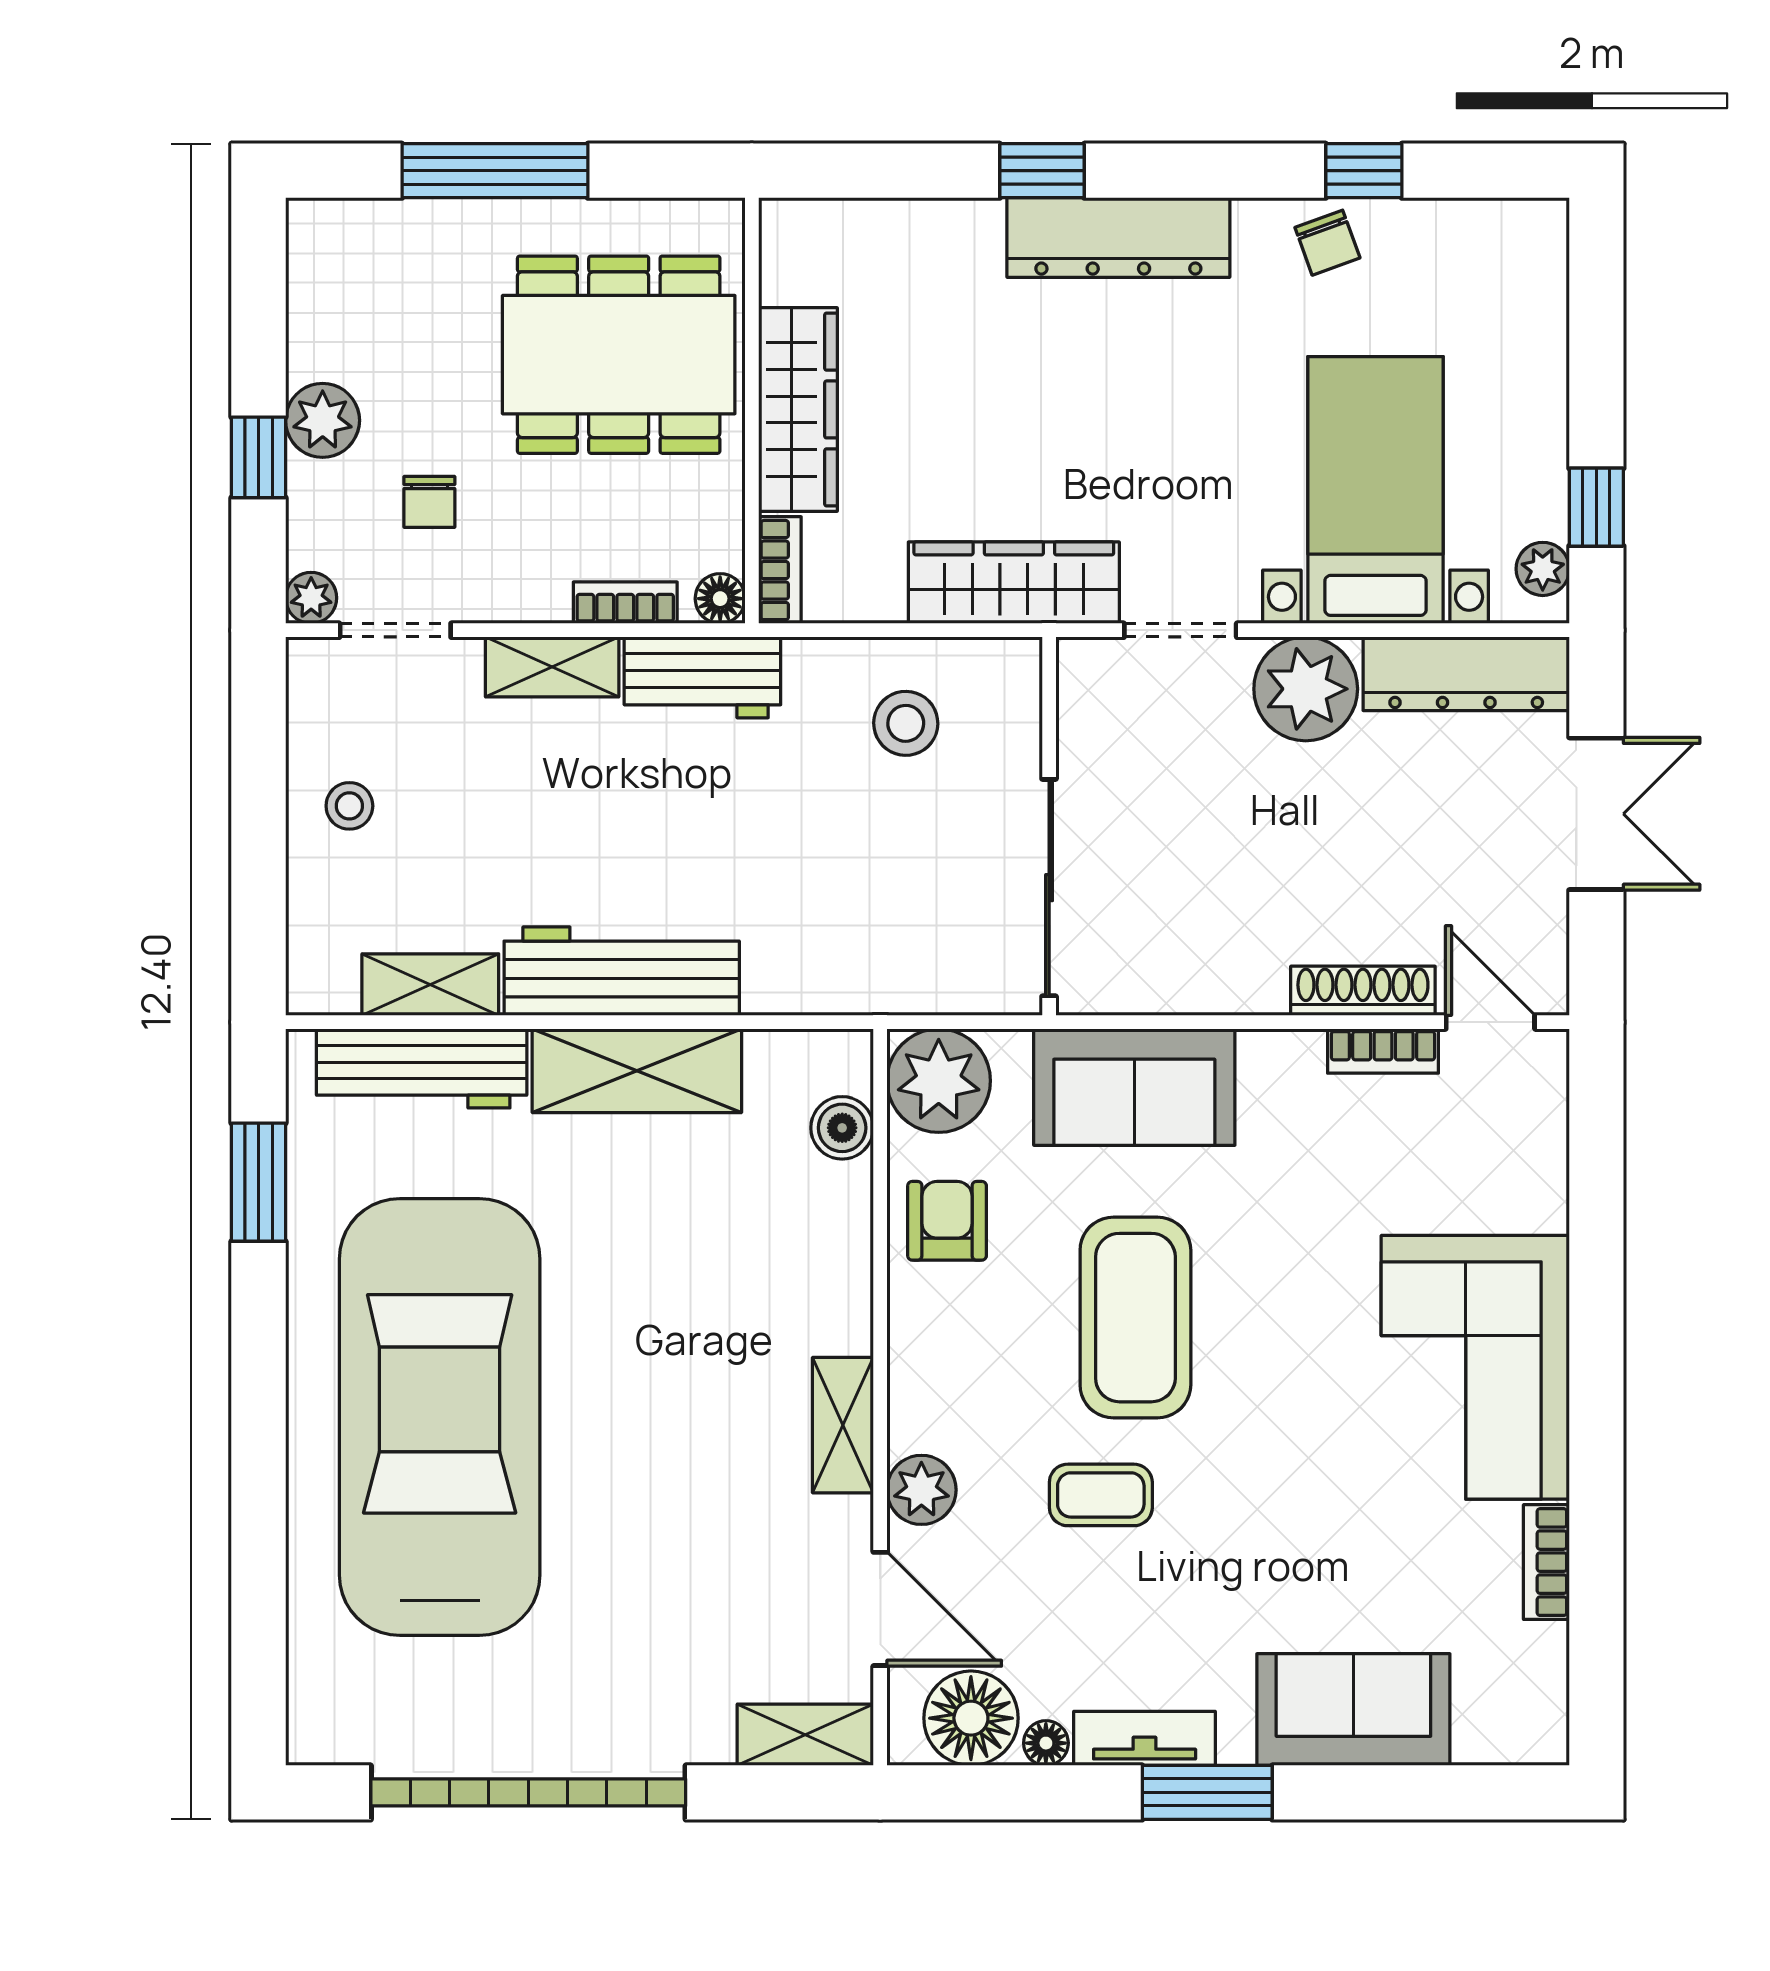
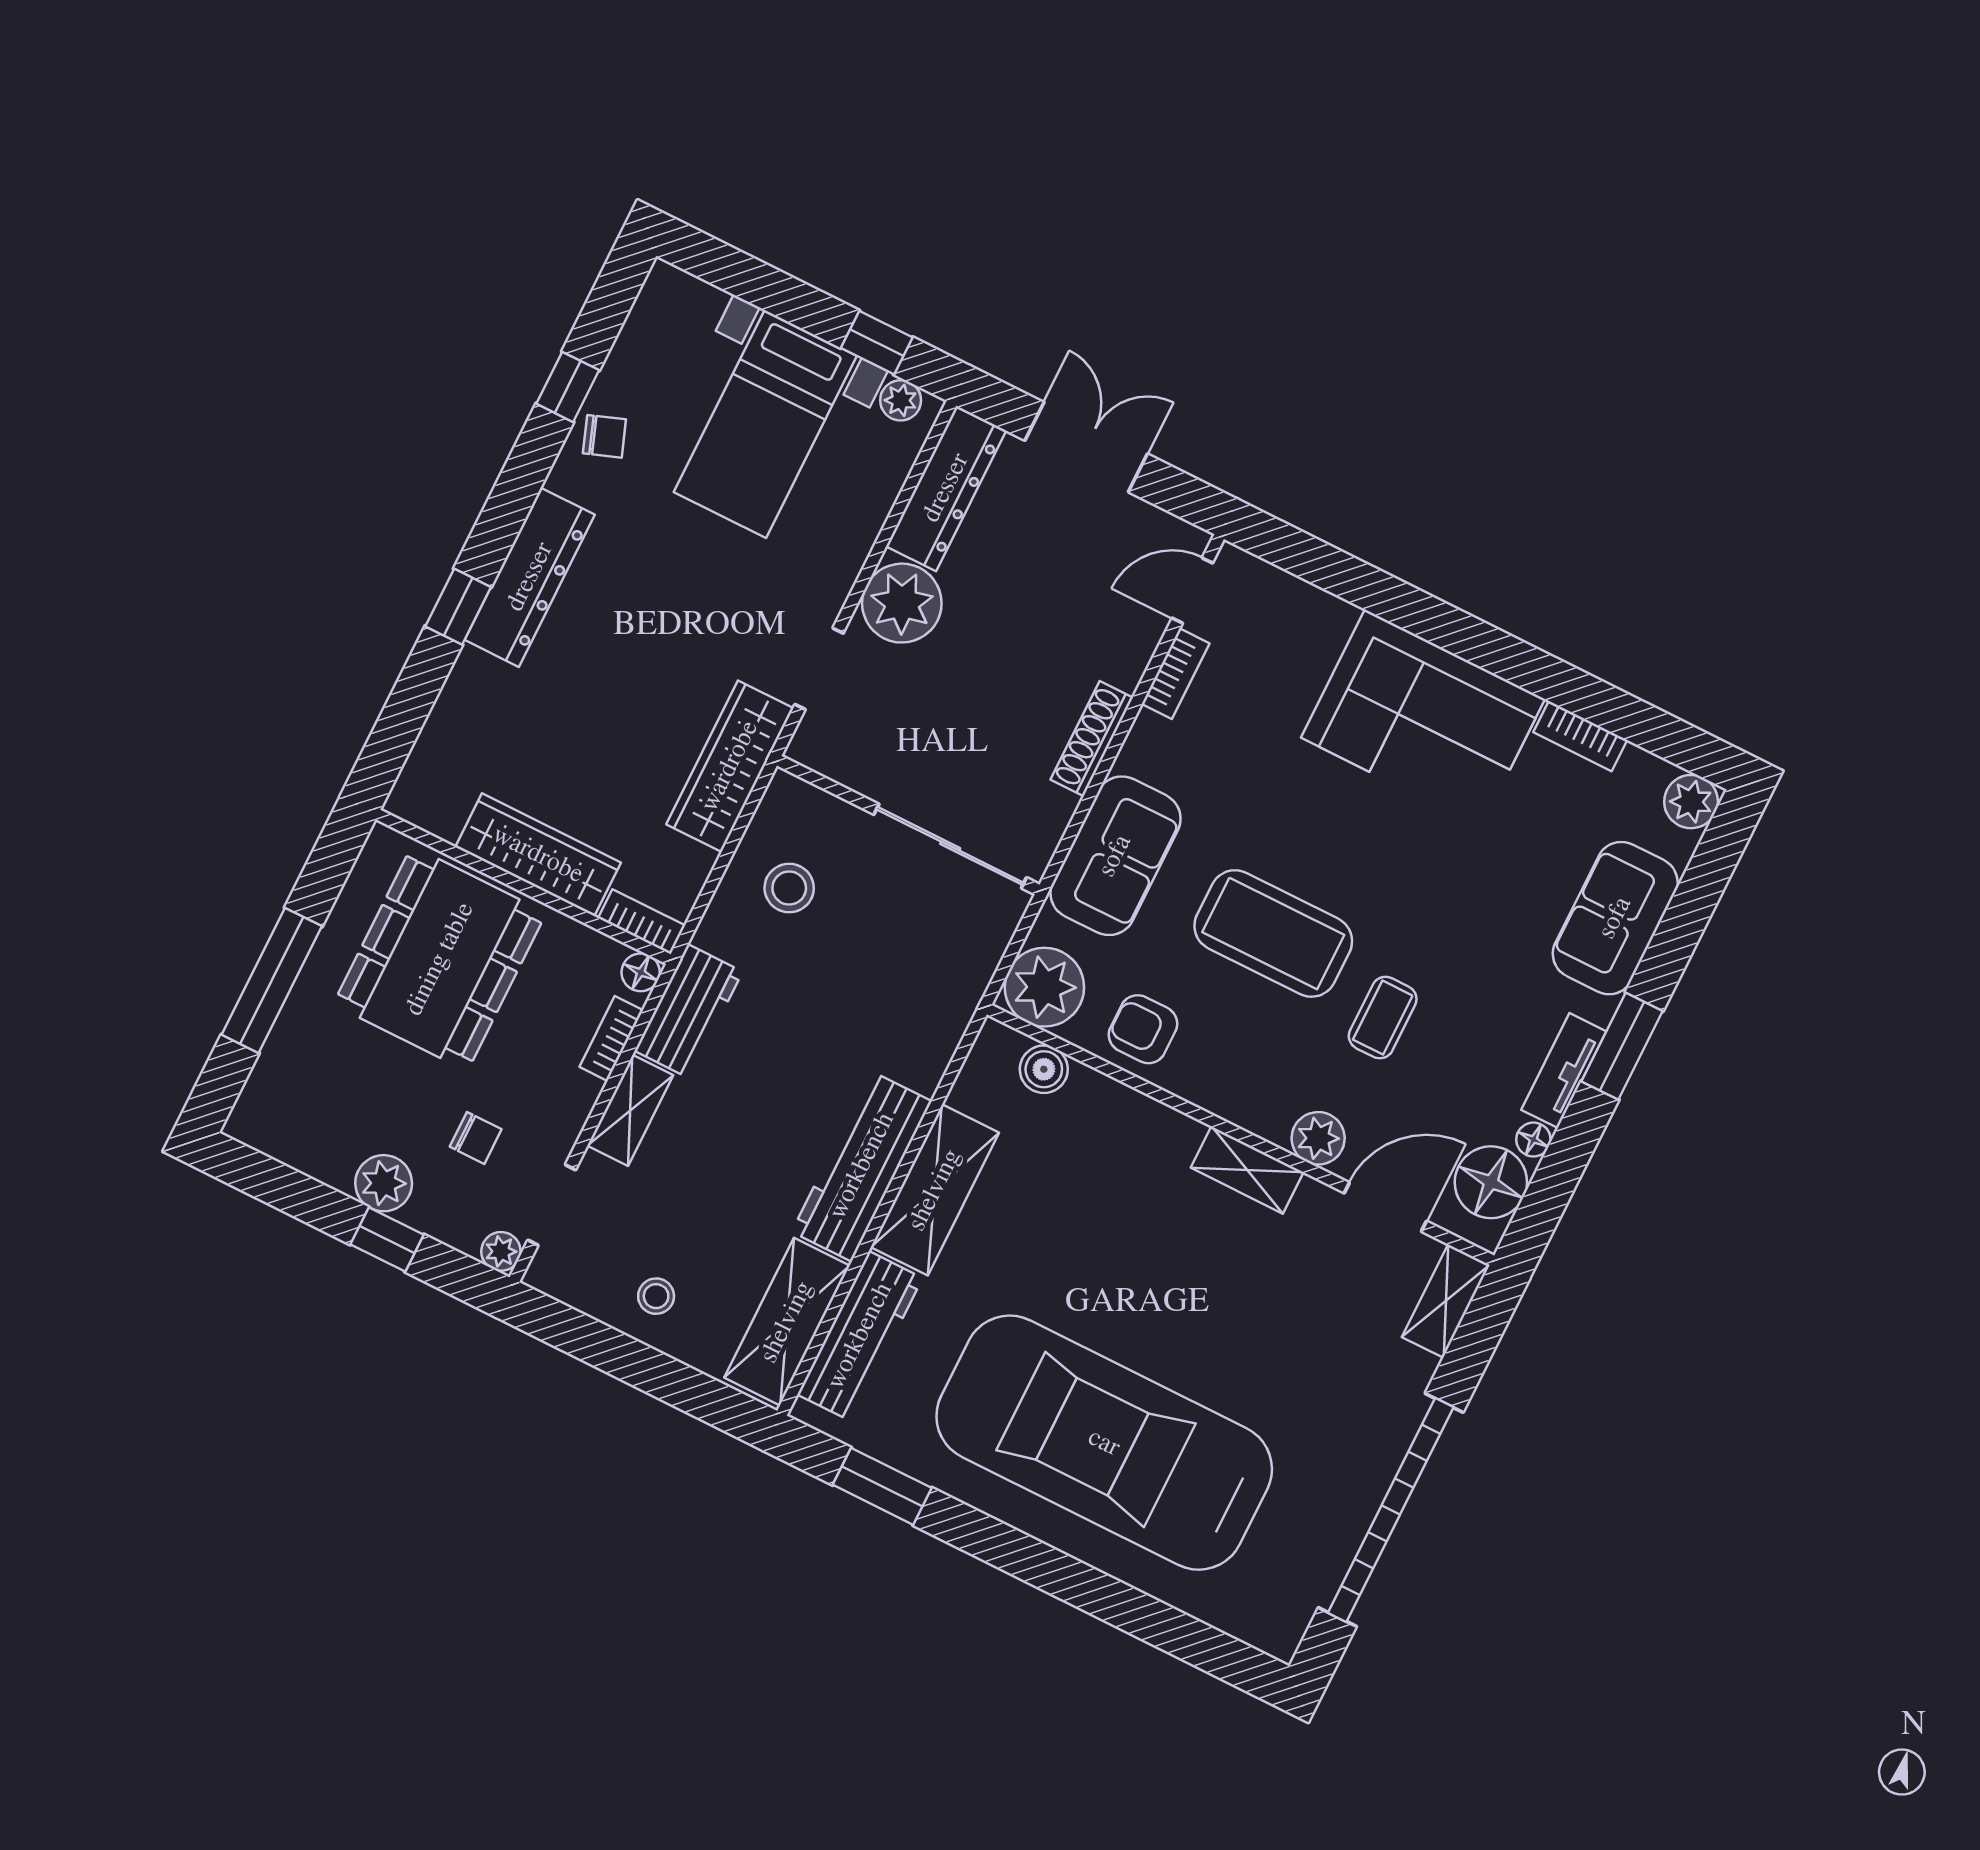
bed with nightstands: (1376, 490) -> (765, 424), moved, turned -90
shelving: (430, 985) -> (787, 1322), width x1.50, depth x1.33
shoe rack: (1363, 991) -> (1092, 739), moved
plant: (1534, 1730) -> (1691, 802), added

